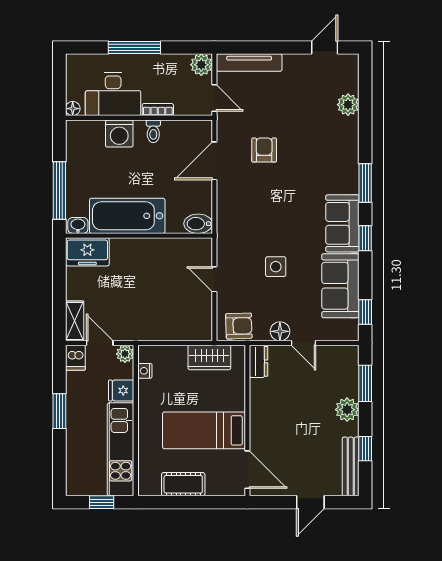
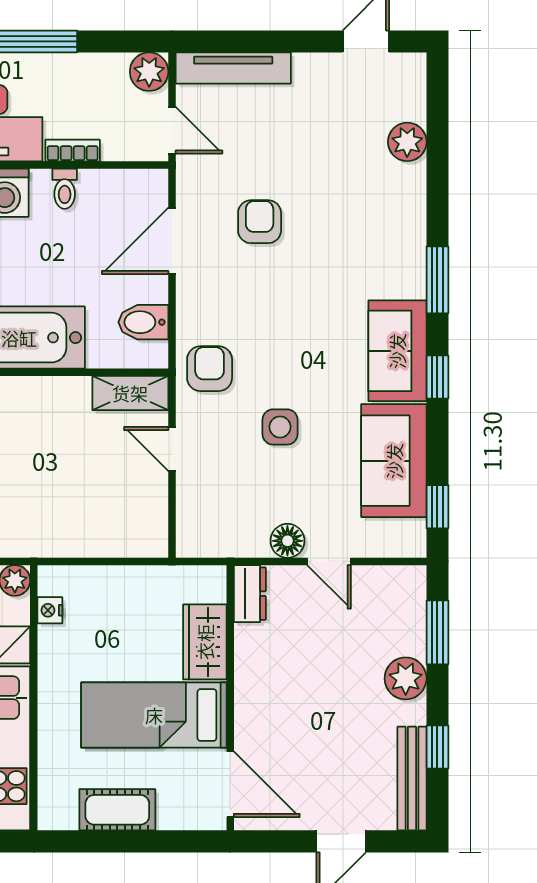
bidet: (198, 224) -> (143, 322), moved
shelving: (191, 247) -> (130, 393), added
armchair: (239, 326) -> (210, 369), moved, turned -88
wardrobe: (209, 357) -> (205, 642), moved, turned 90

